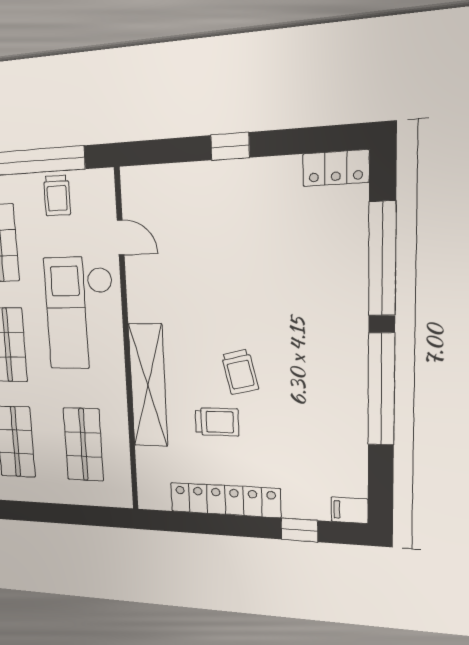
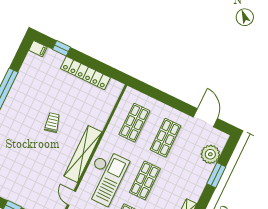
shelving: (148, 386) -> (83, 154), moved
trolley: (217, 422) -> (72, 107), removed

